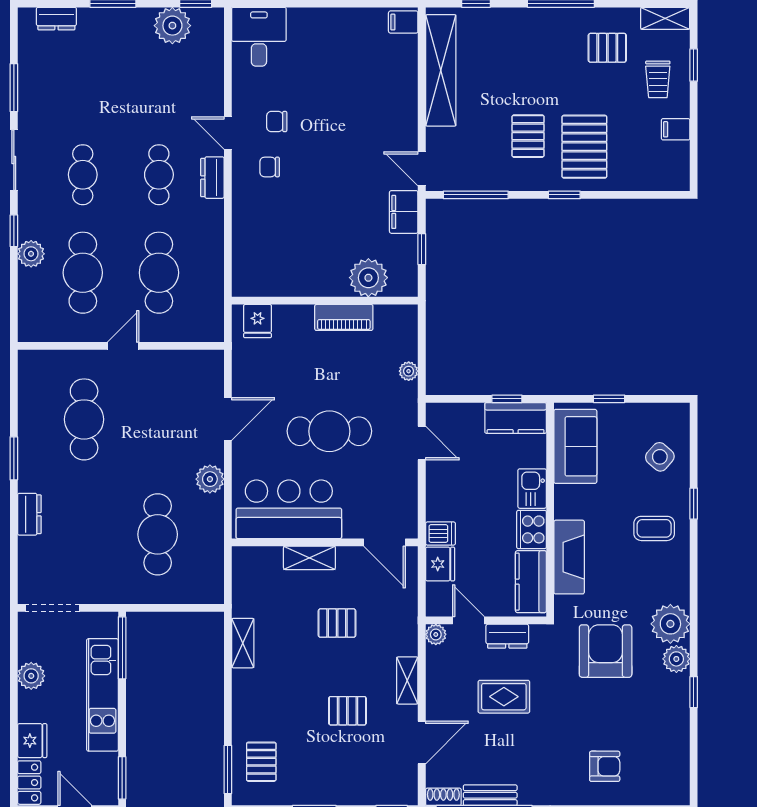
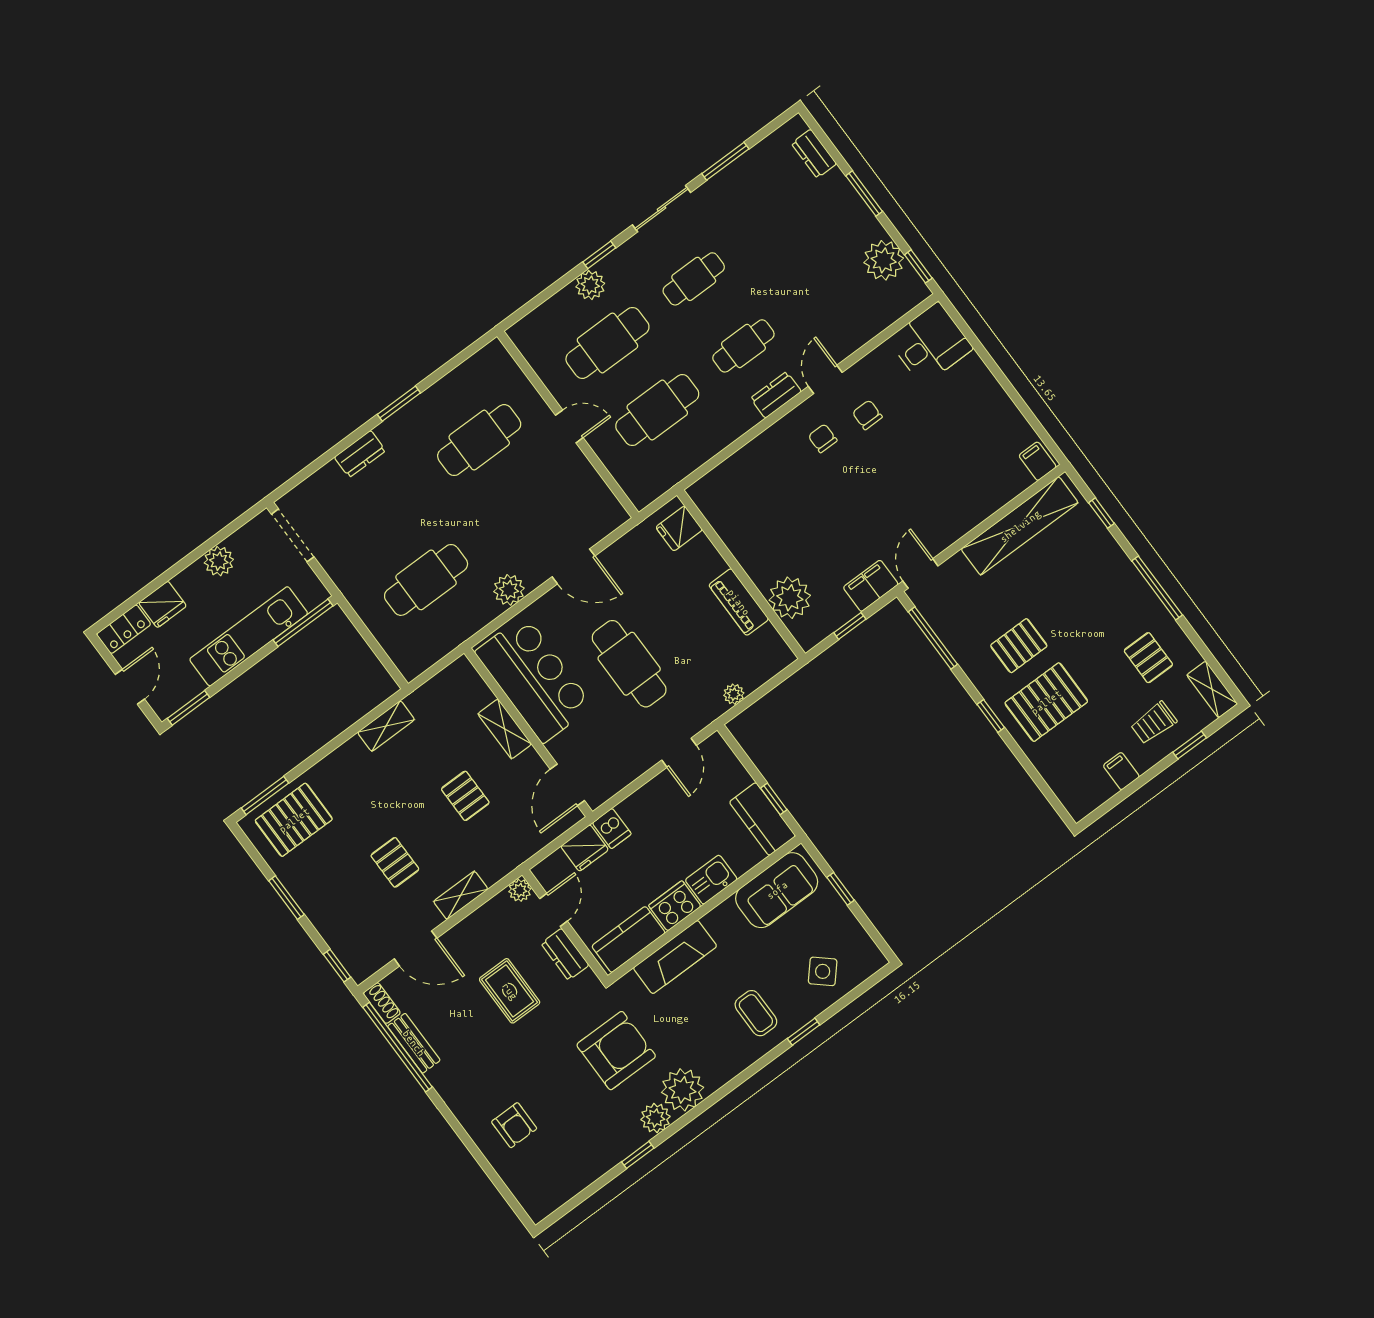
pallet: (261, 762) -> (294, 820), width x1.50, depth x1.42

